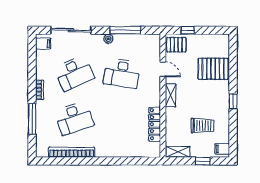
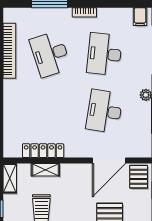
door: (163, 69) -> (109, 161), width x1.87
desk: (74, 73) -> (104, 54), turned 30
shelving: (170, 95) -> (45, 170), moved

